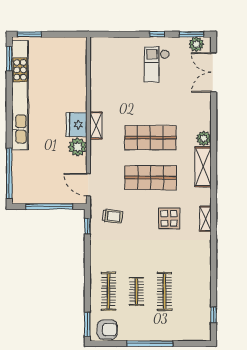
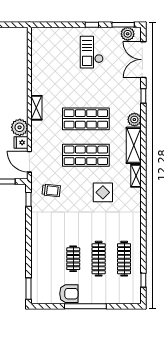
window: (214, 113) -> (143, 96), added
fridge: (77, 125) -> (21, 143), moved, width x0.53, depth x0.75
shelving: (205, 219) -> (136, 176), moved
clothes rail: (109, 291) -> (124, 259), moved
armchair: (107, 330) -> (69, 294), moved

